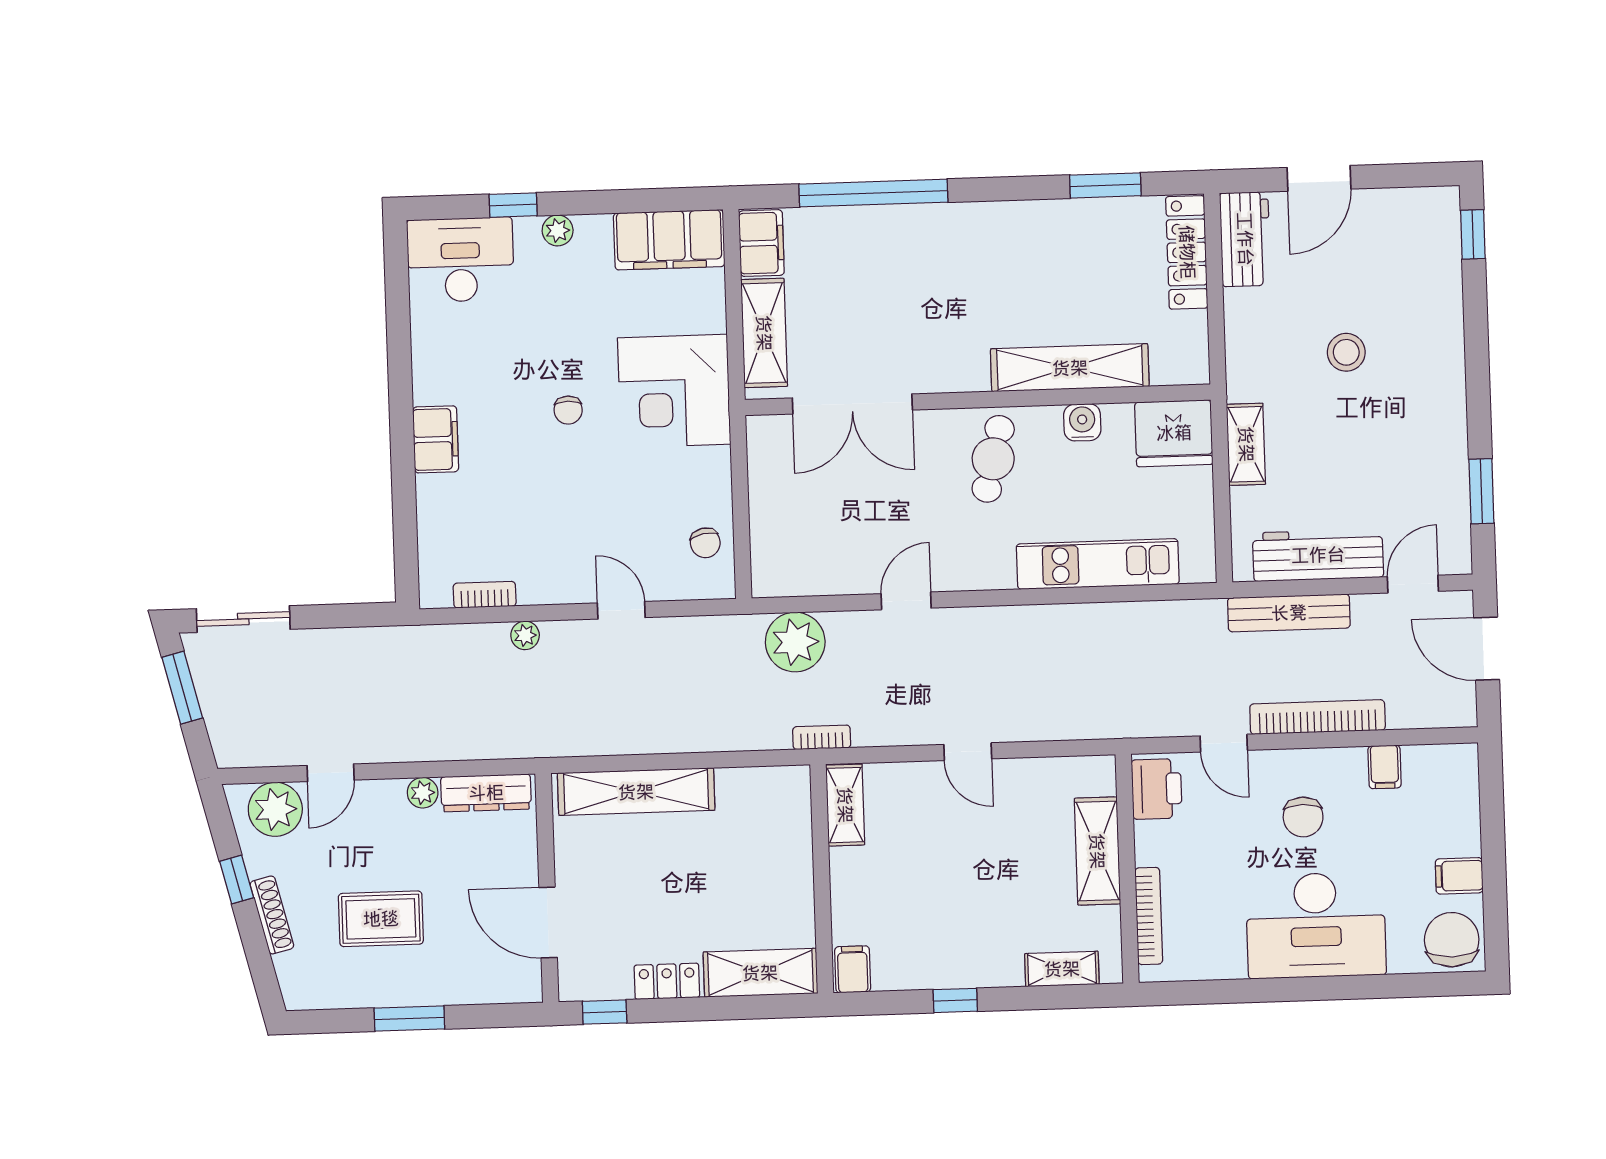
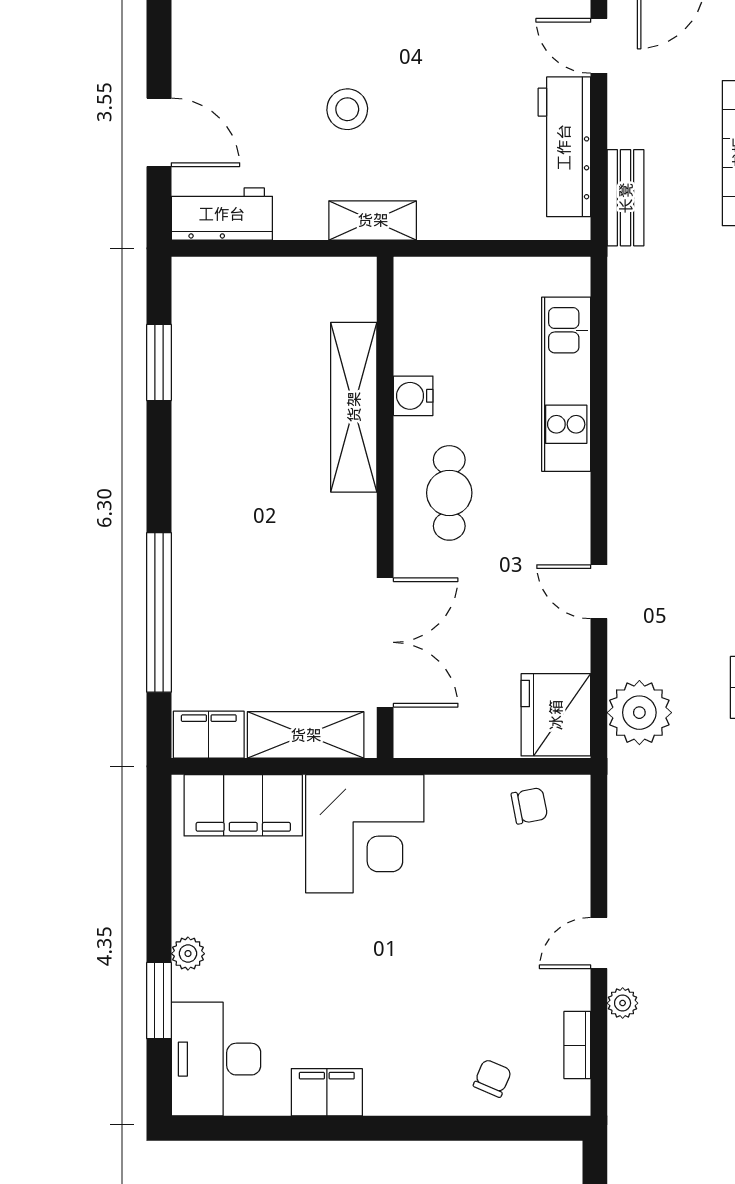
window: (513, 205) -> (159, 1001), width x1.50
filing cabinet: (669, 240) -> (243, 805), moved, turned 90
locker: (1187, 252) -> (234, 277), removed
chair: (568, 410) -> (492, 1078), moved, turned -67
fridge: (1174, 433) -> (556, 715), moved, turned 180
filing cabinet: (436, 439) -> (327, 1092), moved
shelving: (1246, 444) -> (373, 220), moved
cafe table: (993, 459) -> (449, 493), turned 76
door: (621, 610) -> (599, 943), moved
bench: (1289, 613) -> (626, 198), width x0.73

